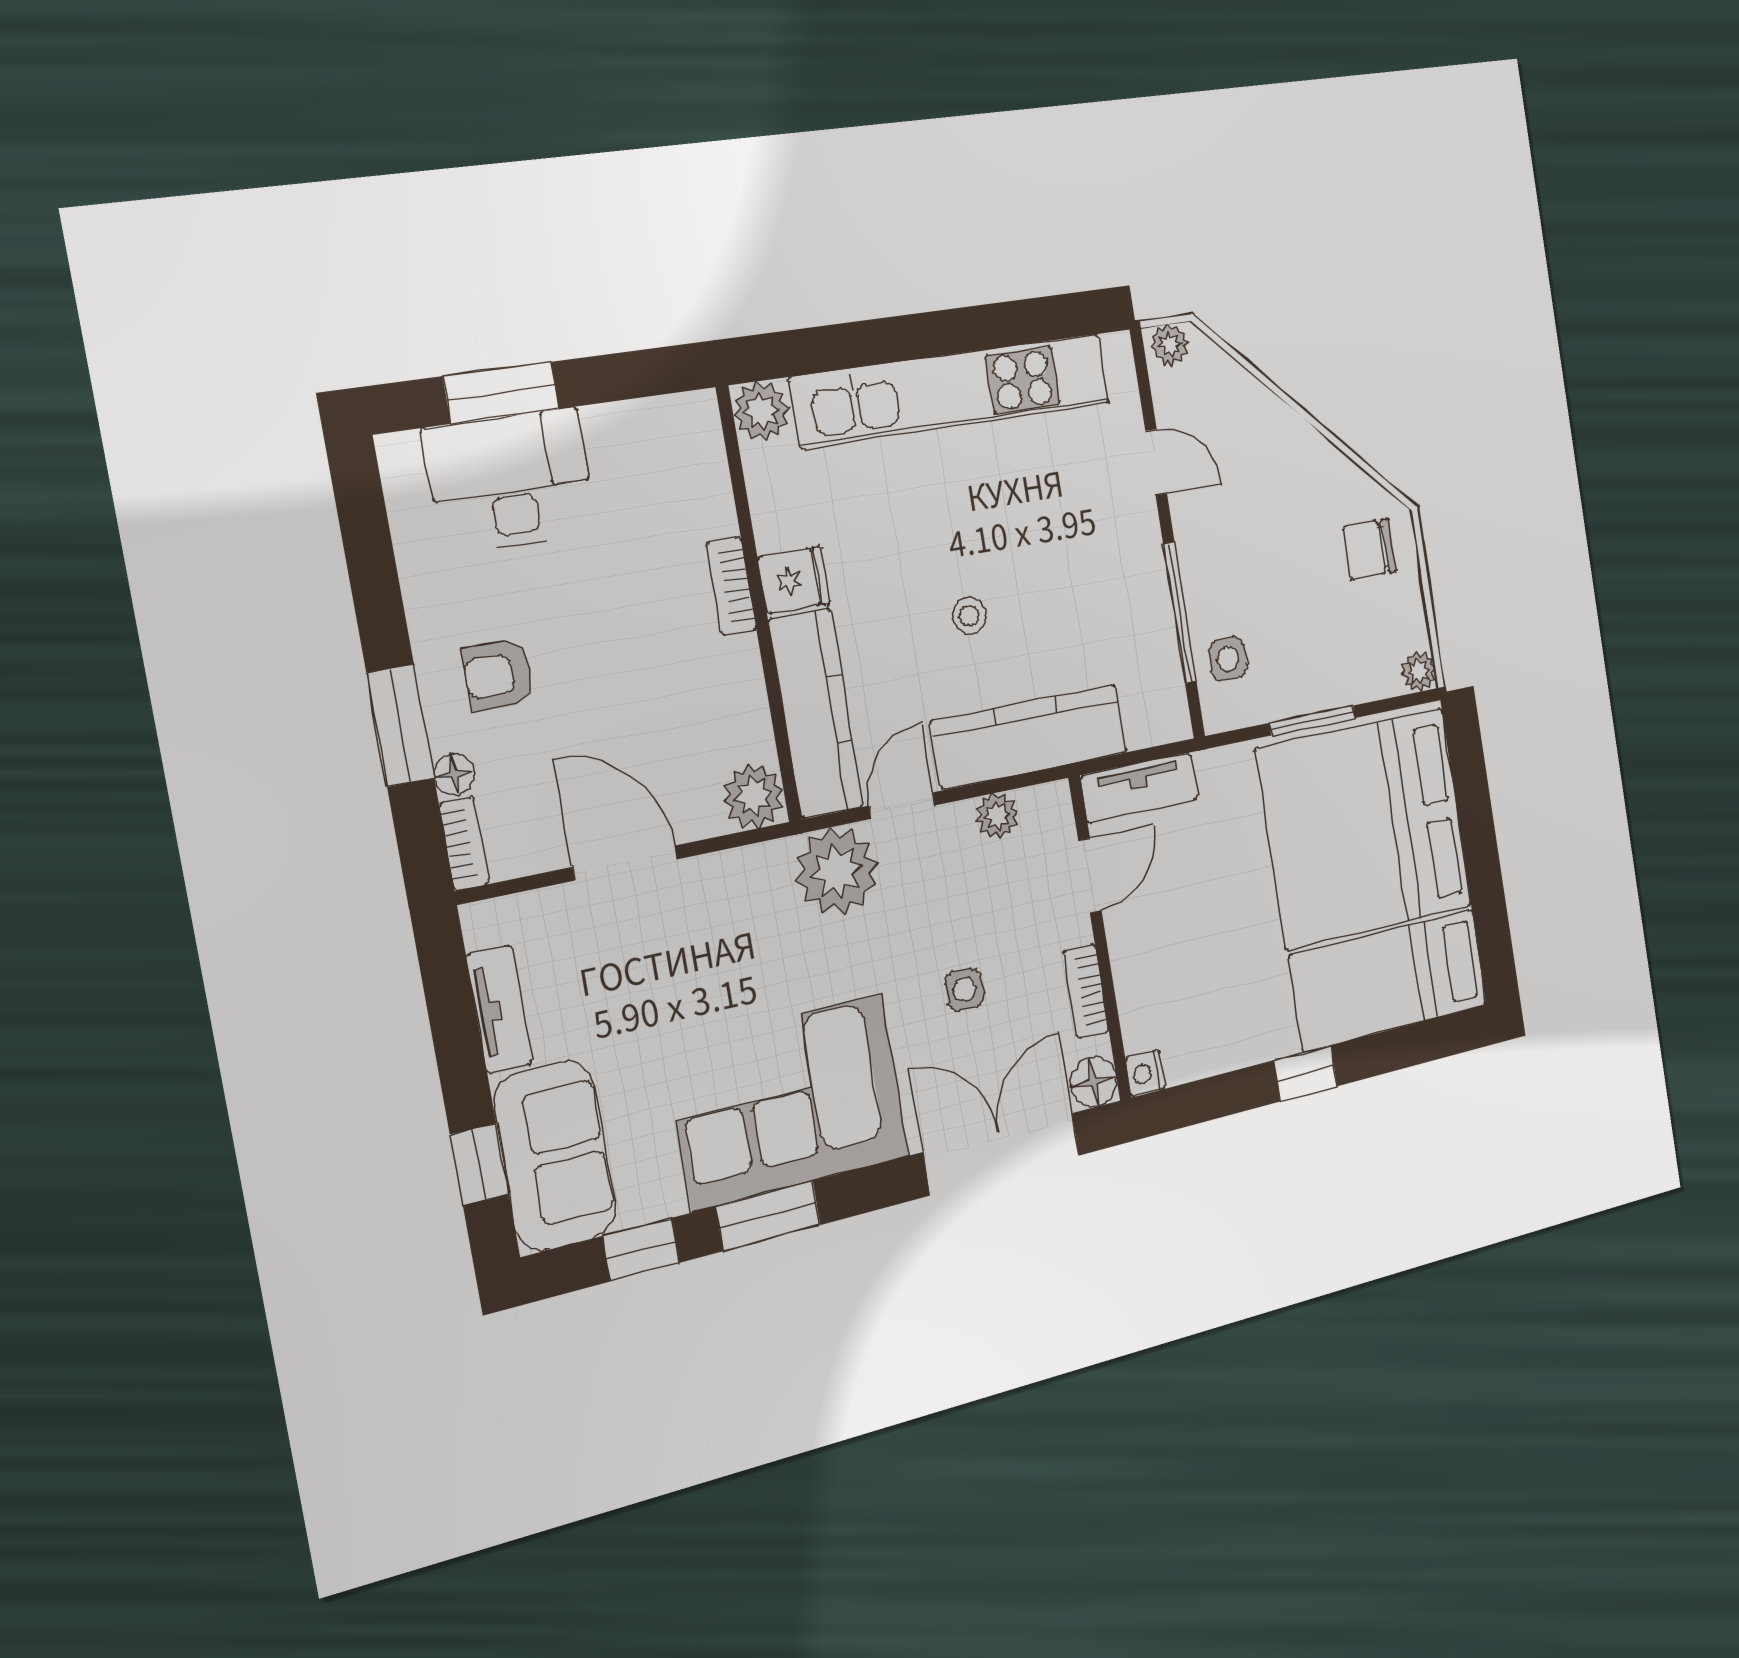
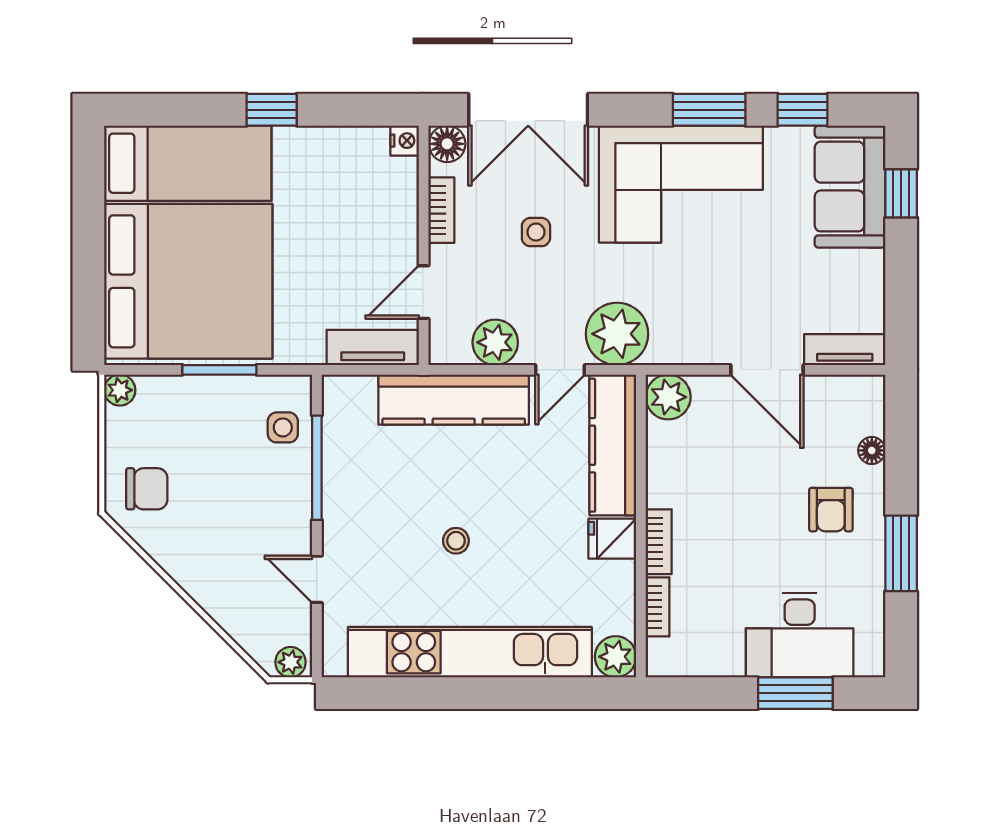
stool: (969, 616) -> (456, 541), moved
armchair: (498, 675) -> (831, 510), turned 90
window: (400, 726) -> (901, 553), moved
plant: (997, 816) -> (495, 342), width x1.38, depth x1.38
bookcase: (464, 844) -> (658, 607), moved, turned 180
tv unit: (499, 1009) -> (845, 350), moved, turned 90

